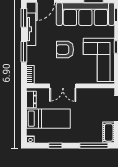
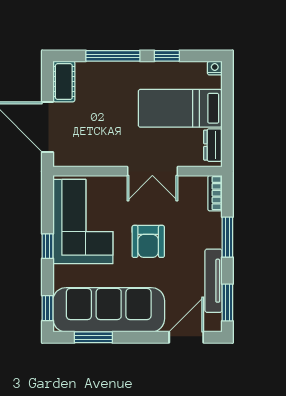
armchair: (65, 50) -> (148, 241), turned 90
double door: (63, 86) -> (152, 171), swing flipped
window: (94, 146) -> (113, 56), moved

